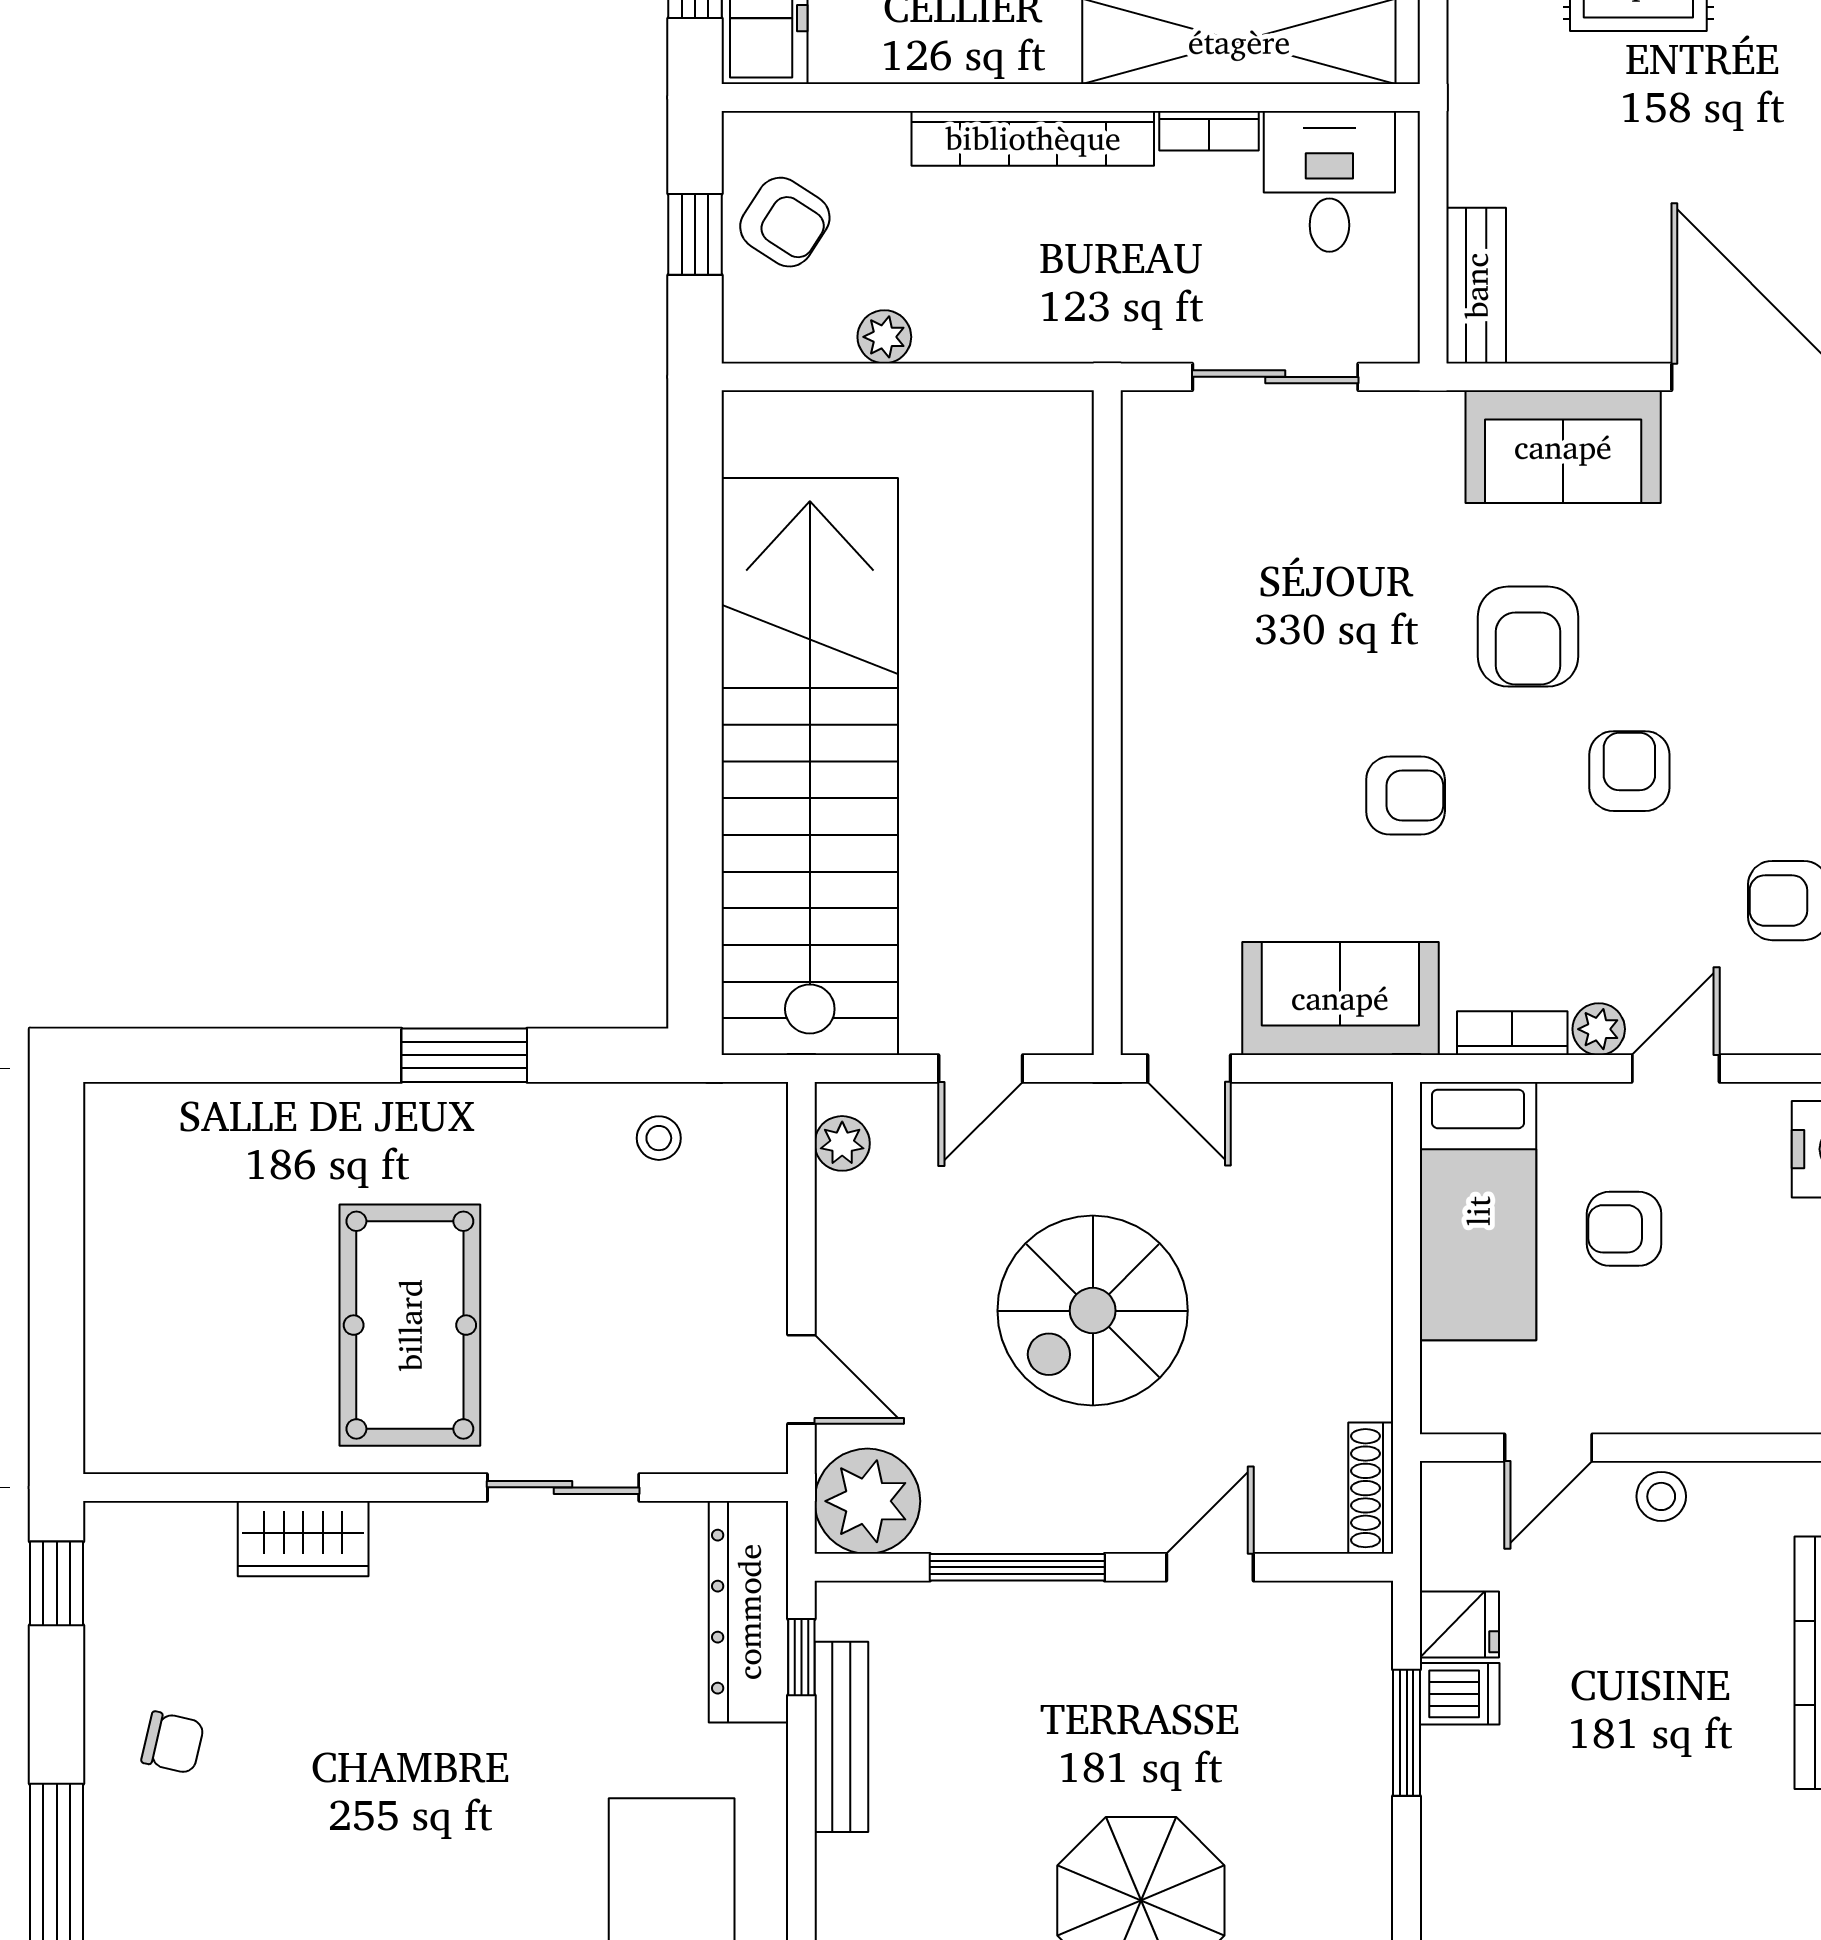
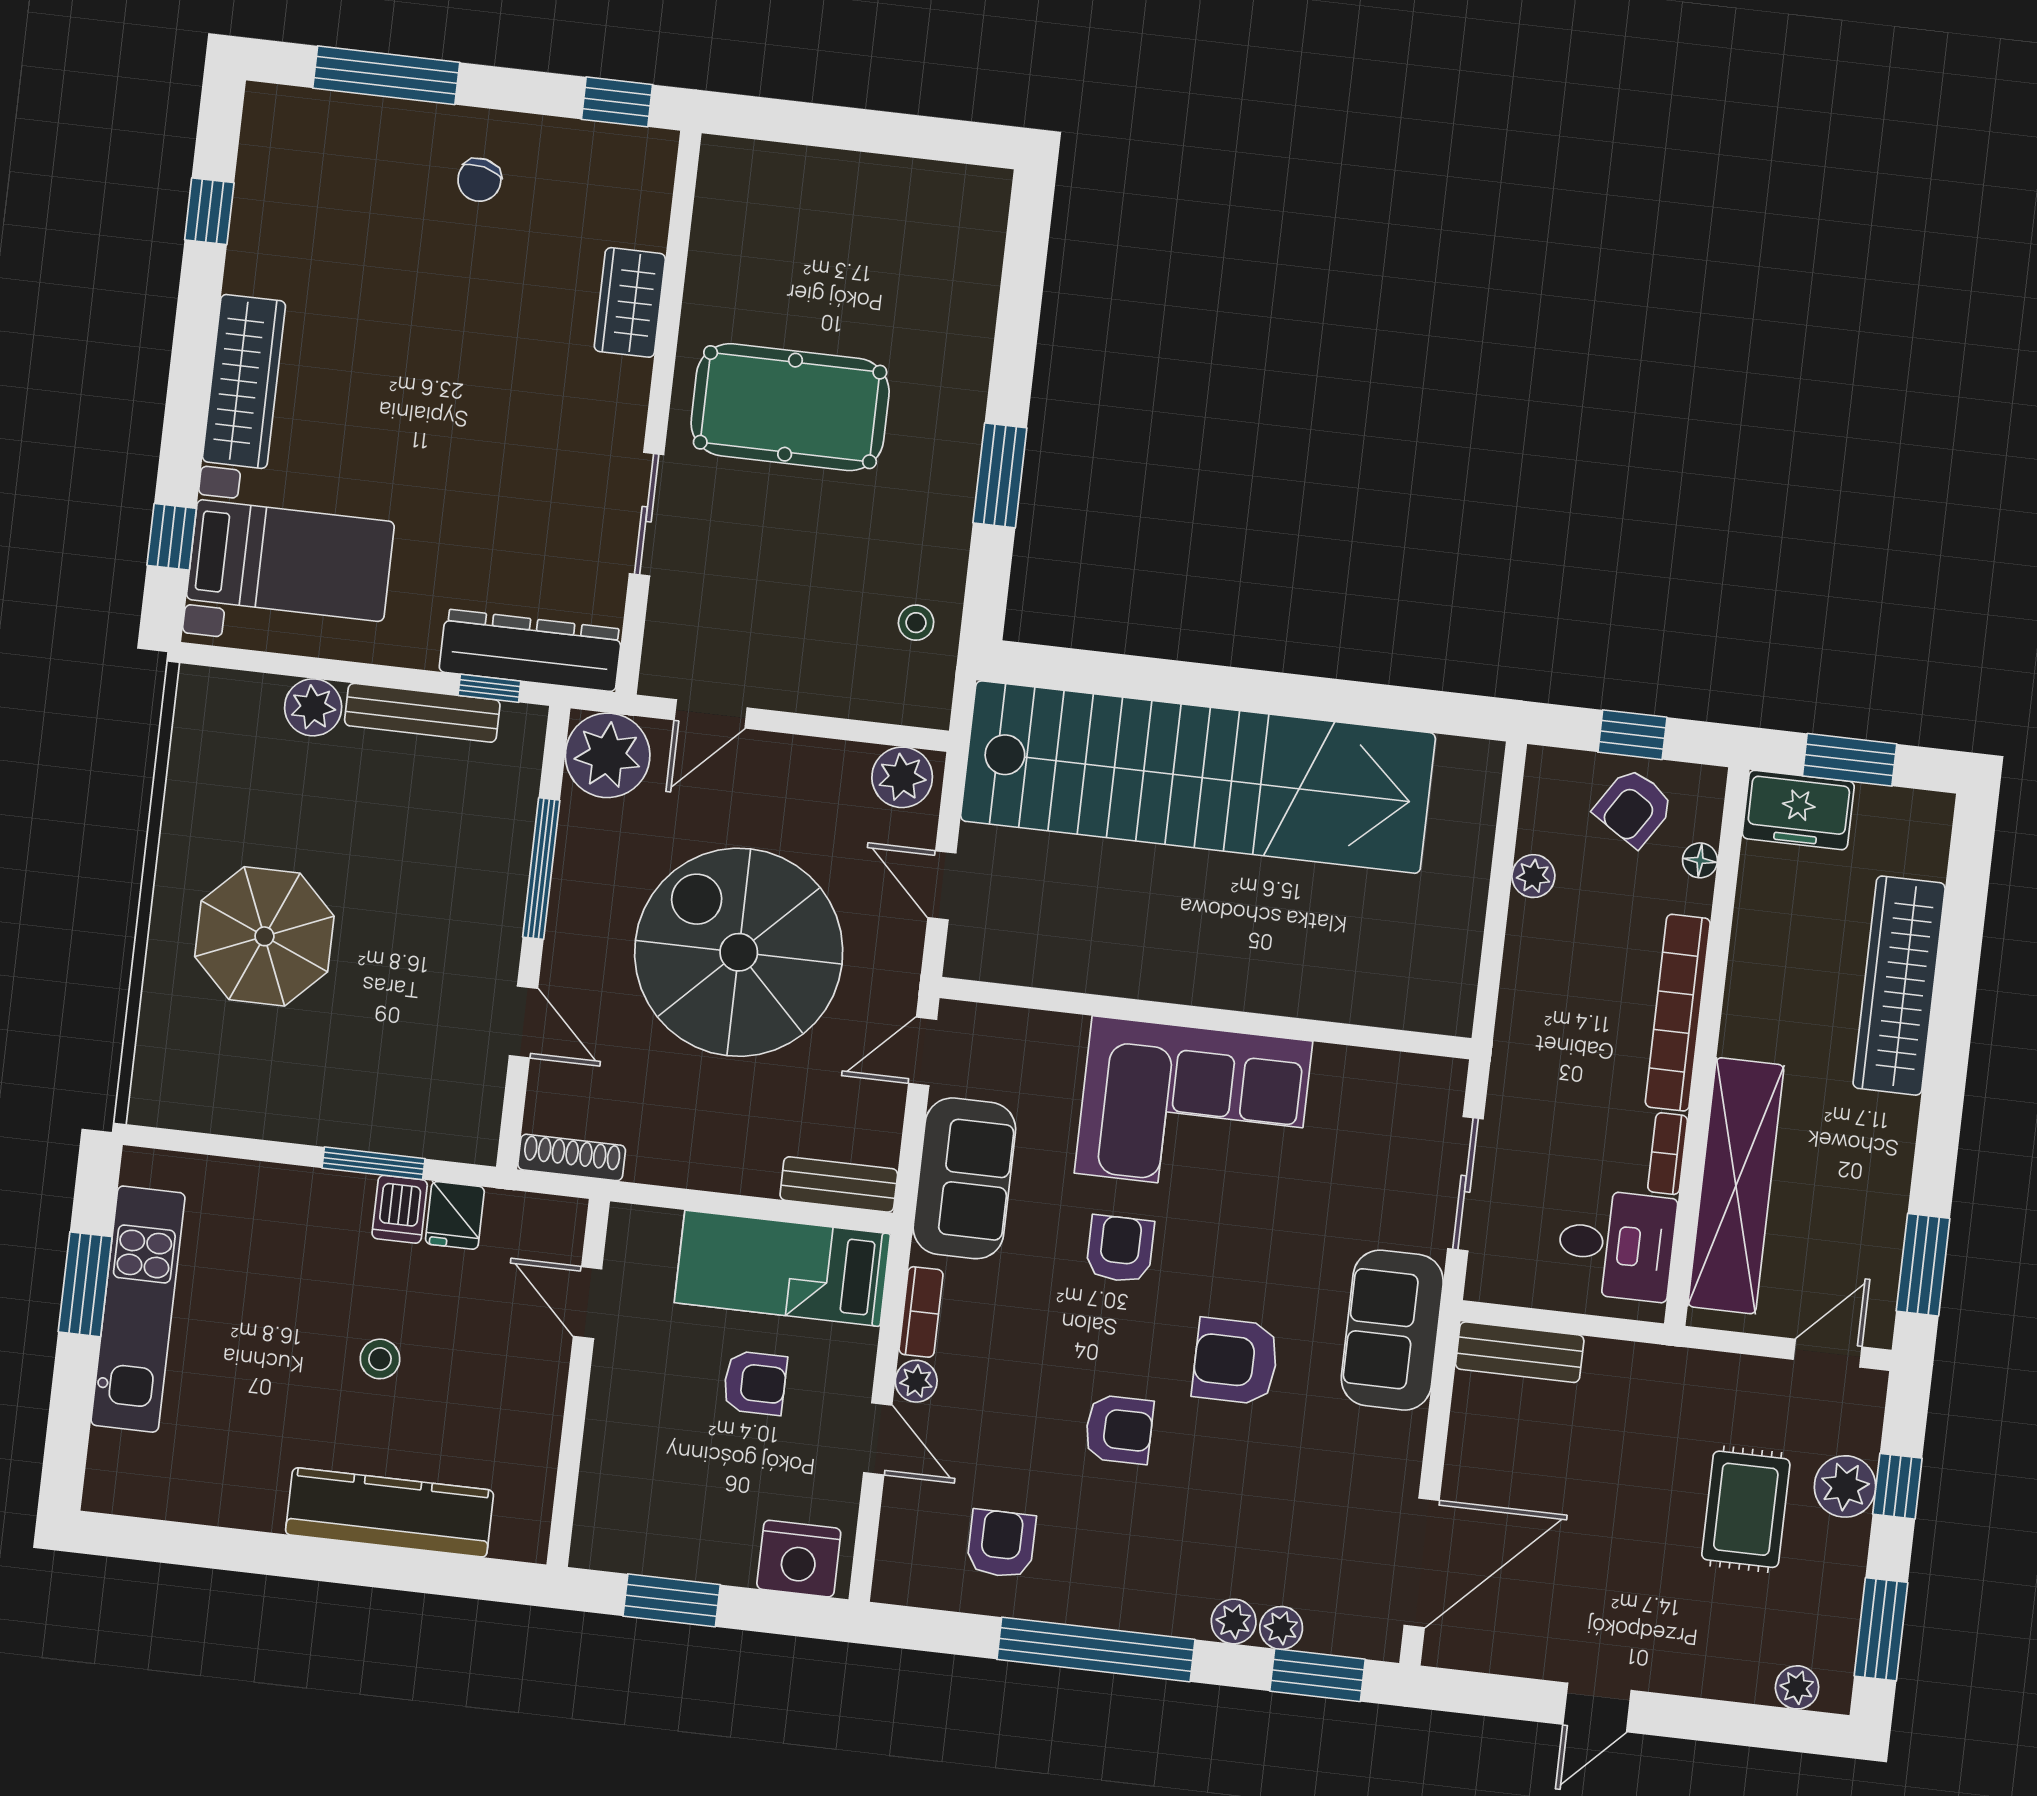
floor lamp: (841, 133) -> (1700, 860), added
sofa: (1563, 447) -> (1392, 1330), moved
corner sofa: (1219, 725) -> (1193, 1107), added
armchair: (1406, 796) -> (1120, 1249), turned 180
plant: (842, 1143) -> (902, 777), width x1.38, depth x1.38
bench: (1366, 1153) -> (839, 1184), added
armchair: (1624, 1229) -> (755, 1383), turned 90
spiral stairs: (1093, 1311) -> (739, 952), width x1.37, depth x1.37
stool: (1661, 1496) -> (380, 1359), moved
plant: (850, 1873) -> (313, 707), added

